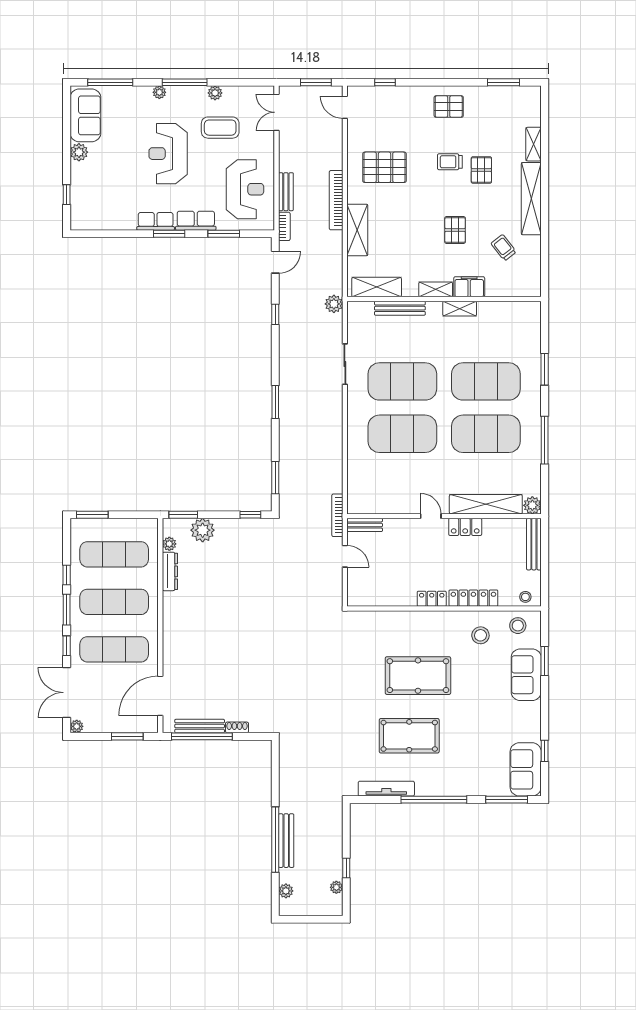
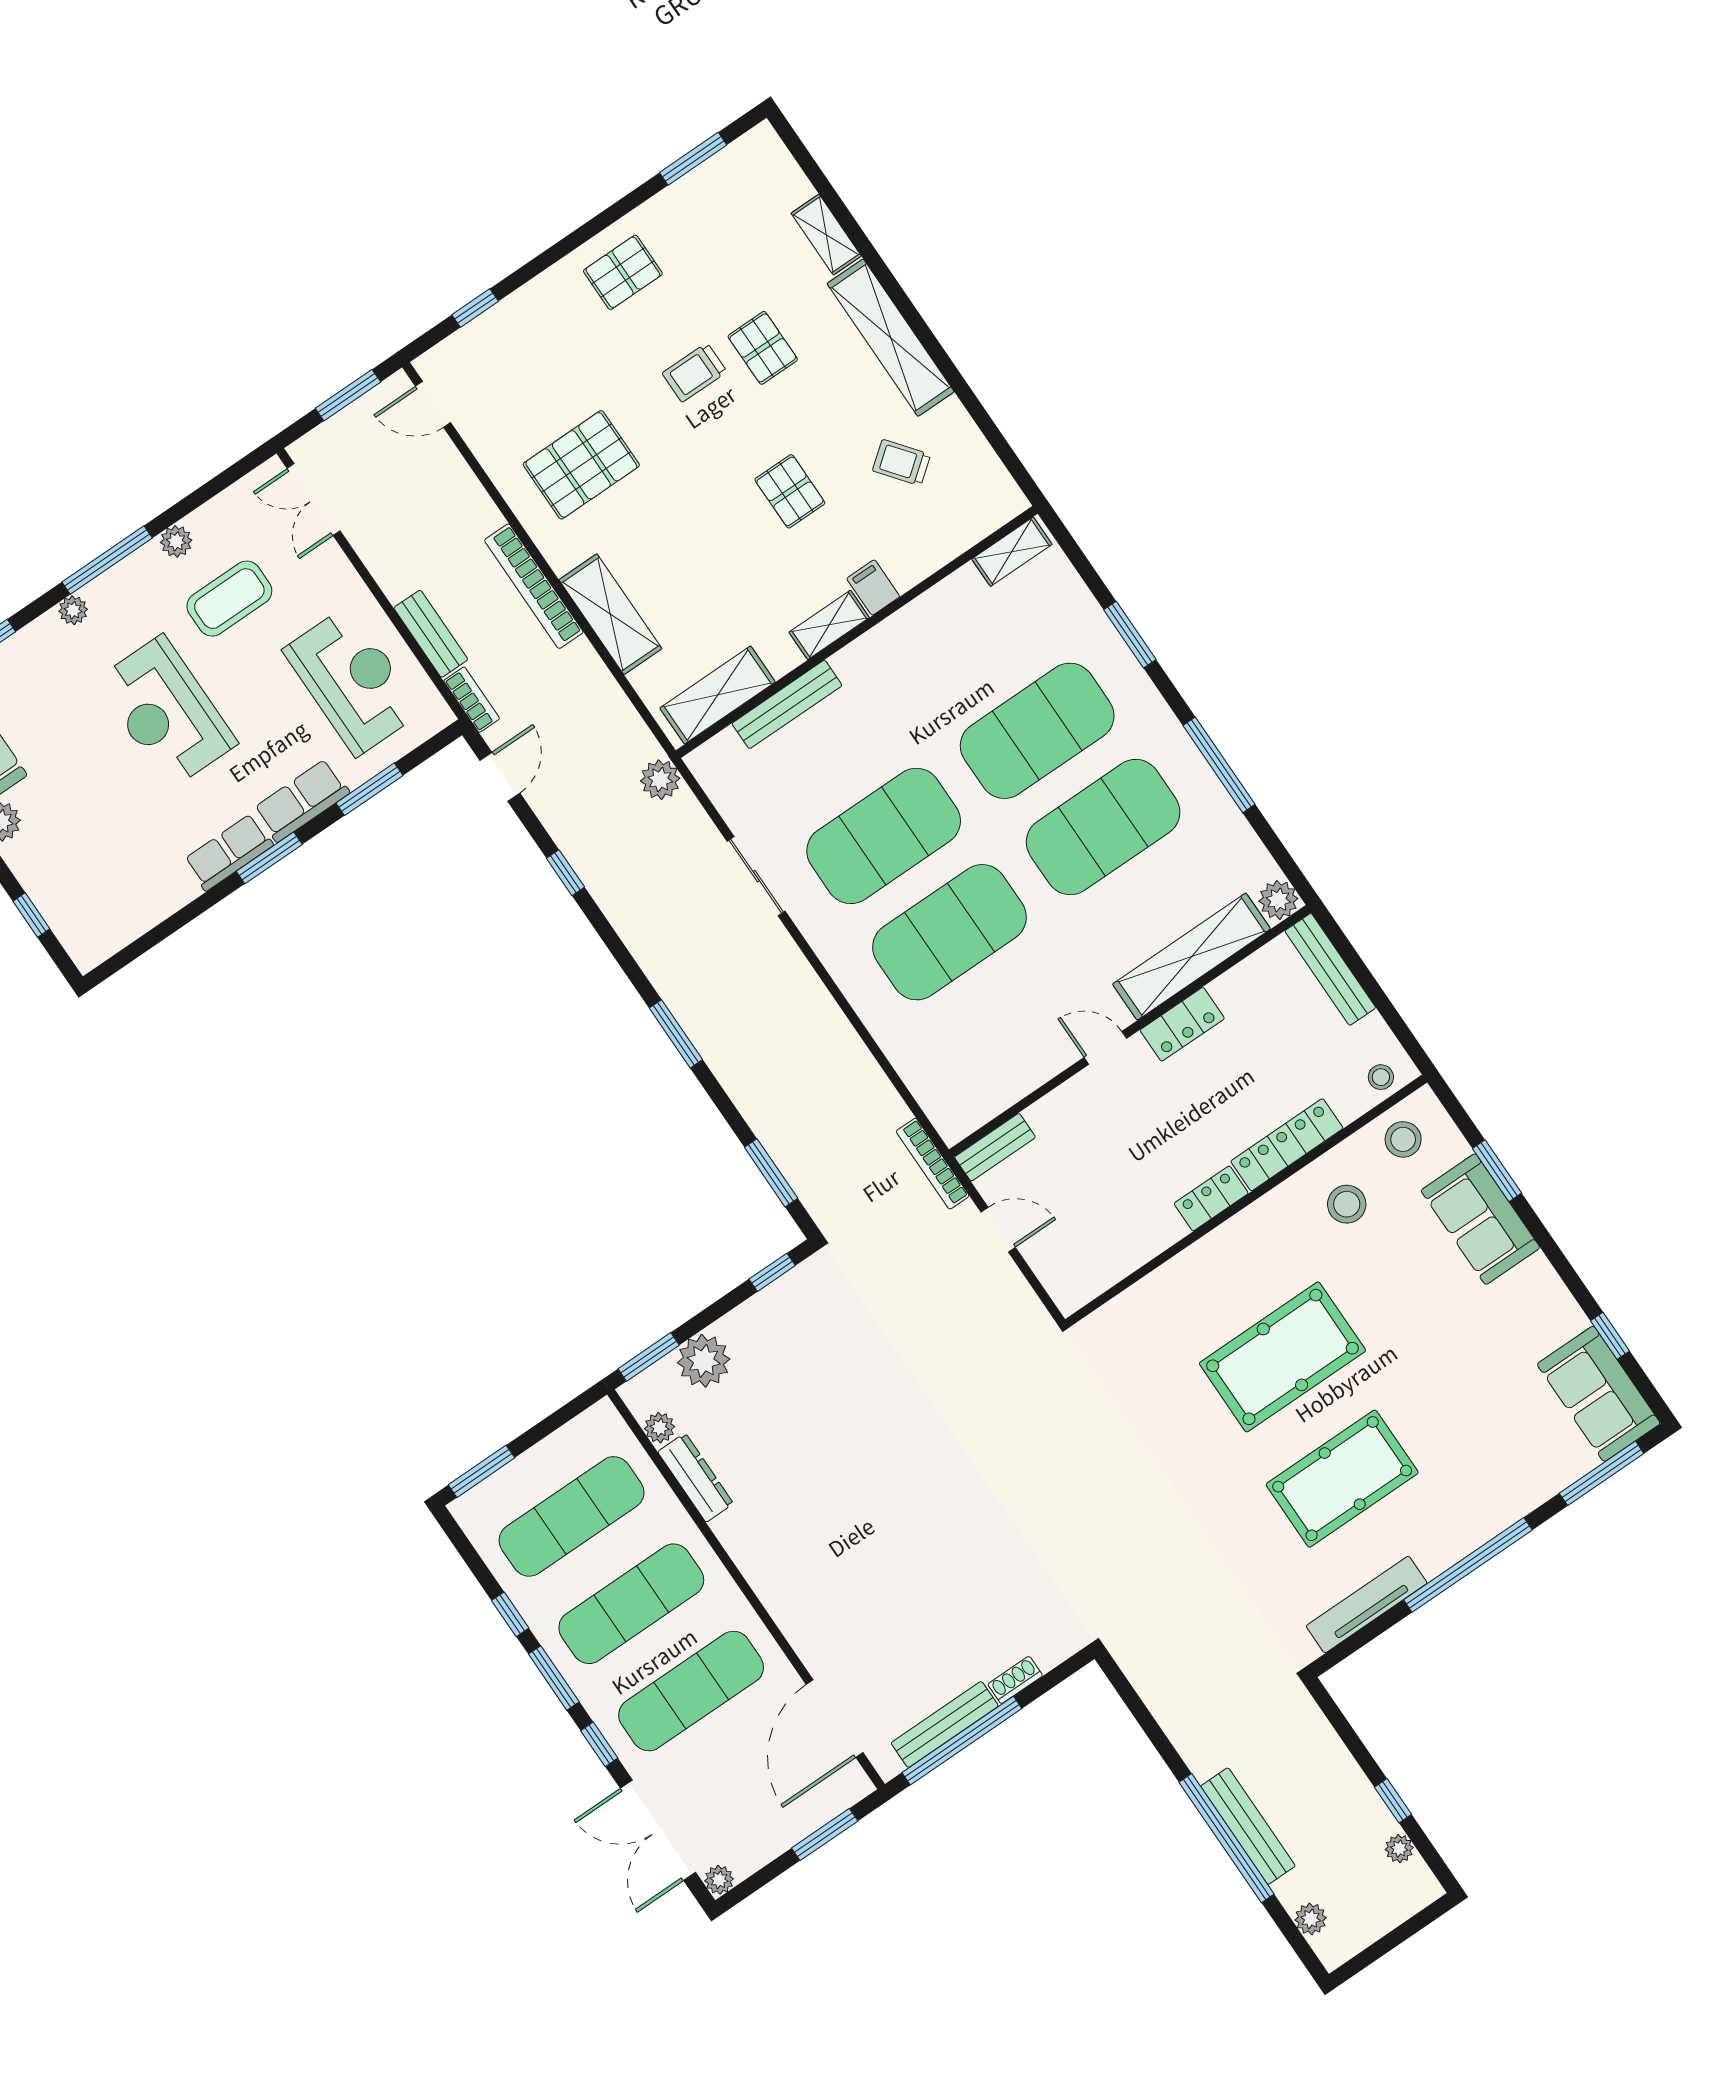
filing cabinet: (469, 287) -> (873, 588), width x0.50
shelving: (460, 309) -> (1012, 552), moved

